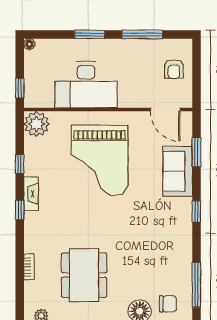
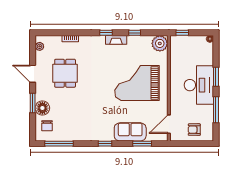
desk: (86, 85) -> (199, 85), moved, turned 180
dining table: (84, 275) -> (65, 73), width x0.73

